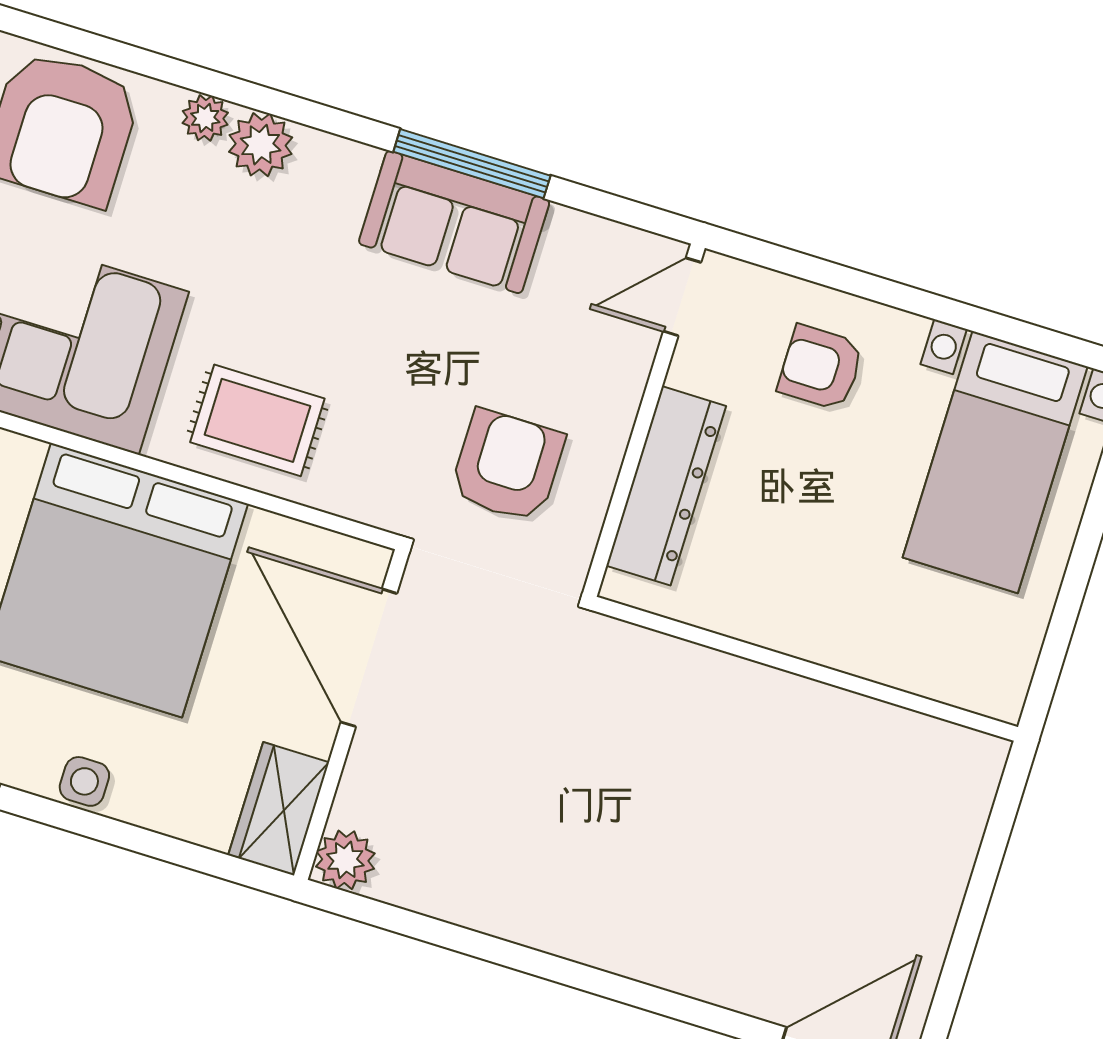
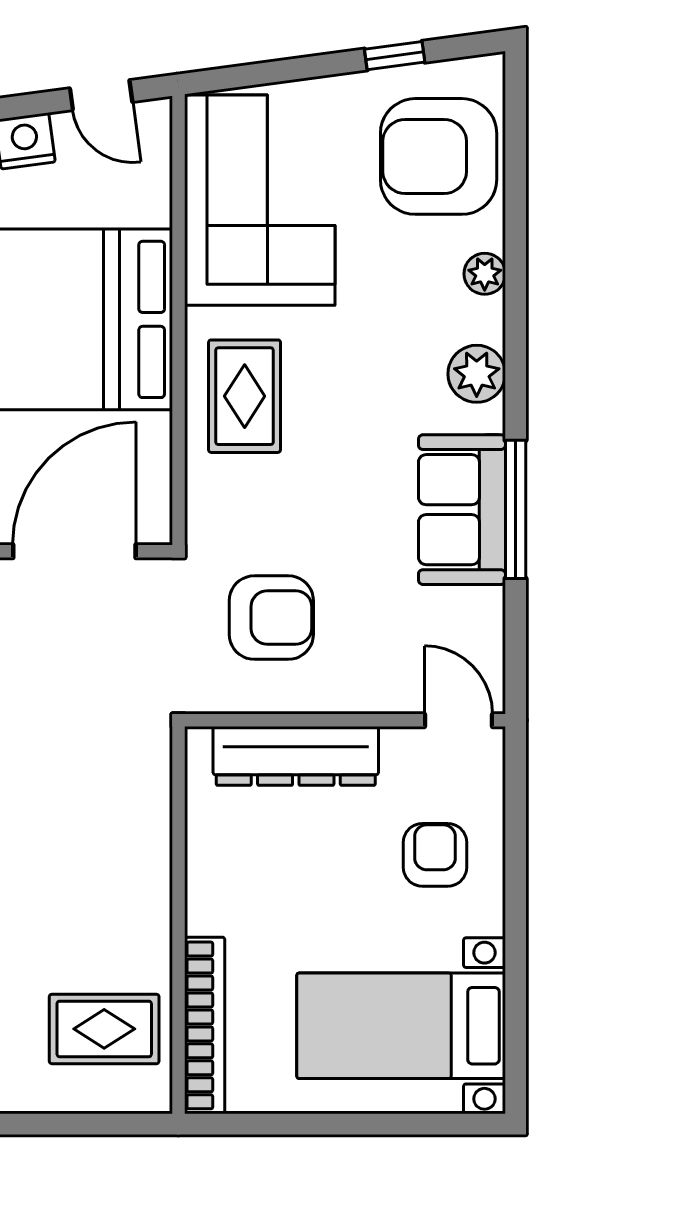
plant: (261, 145) -> (477, 374), moved
bookcase: (929, 676) -> (205, 1025), added
rug: (899, 786) -> (104, 1029), added

